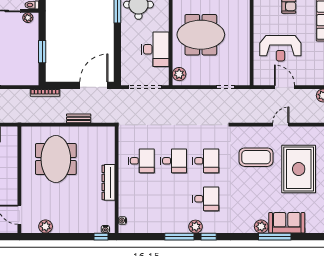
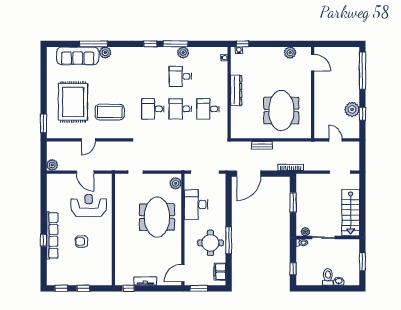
meeting table: (201, 35) -> (157, 217), turned 90
desk: (206, 199) -> (180, 76), moved
sofa: (287, 223) -> (78, 56), width x1.36
plant: (196, 227) -> (183, 53), moved

